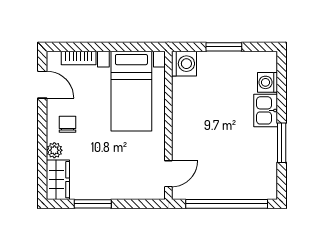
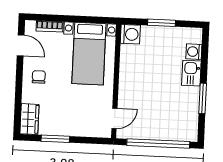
plant: (54, 150) -> (28, 96), removed

